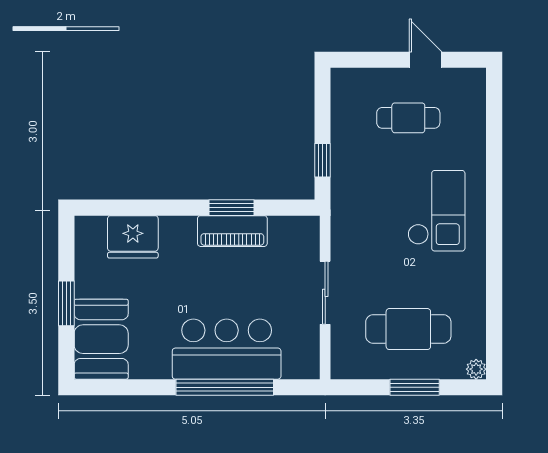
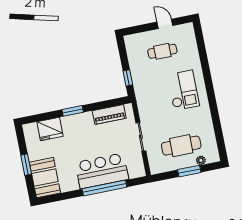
window: (231, 208) -> (73, 111), moved
piano: (232, 231) -> (109, 114), moved
plant: (476, 369) -> (201, 160), moved

